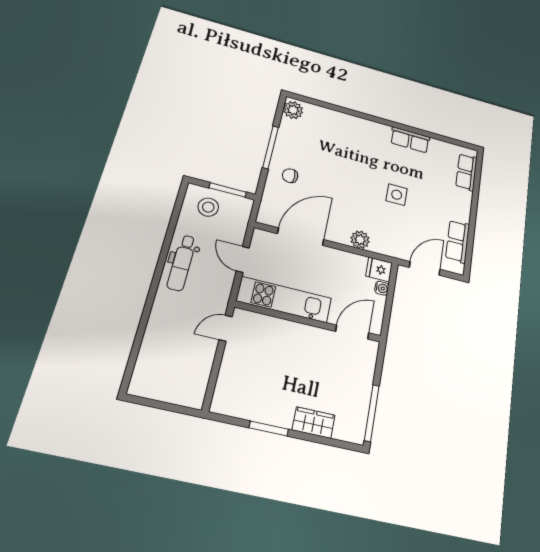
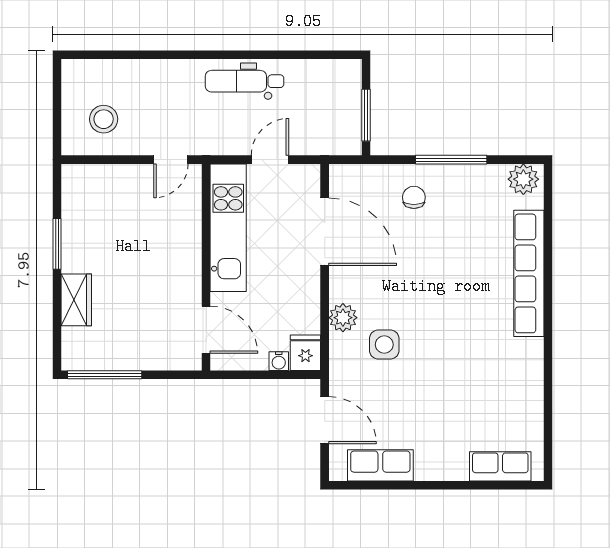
row of seats: (410, 140) -> (529, 273), moved, width x2.02
side table: (397, 195) -> (384, 345), moved
stool: (208, 207) -> (104, 119), moved
door: (226, 328) -> (171, 160), swing flipped

